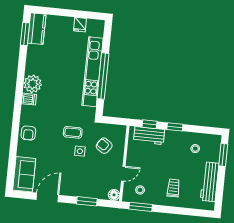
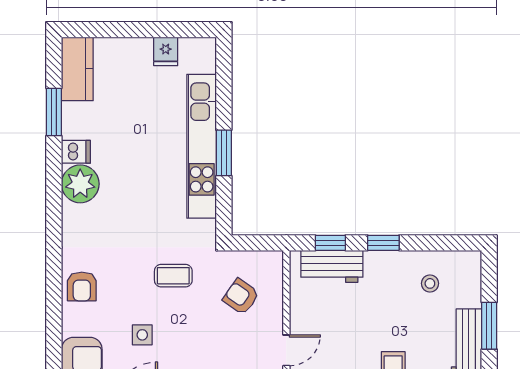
window: (25, 34) -> (54, 112), moved
window: (103, 76) -> (224, 153), width x0.47
dishwasher: (29, 99) -> (76, 152), moved
side table: (80, 151) -> (142, 335), moved
window: (223, 155) -> (489, 326), moved

